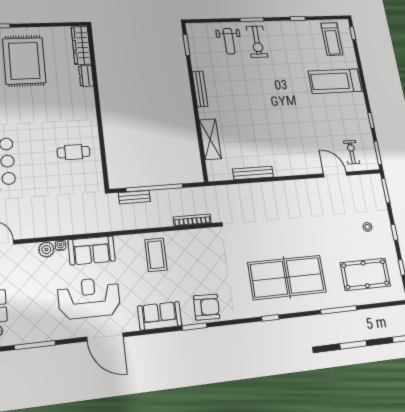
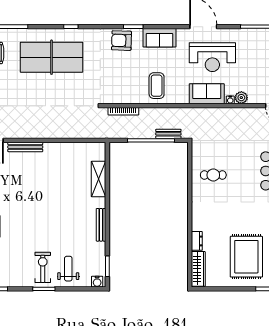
water cooler: (195, 29) -> (97, 282), added
bench: (253, 173) -> (25, 147), moved

